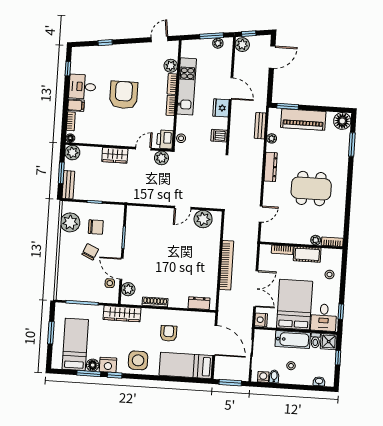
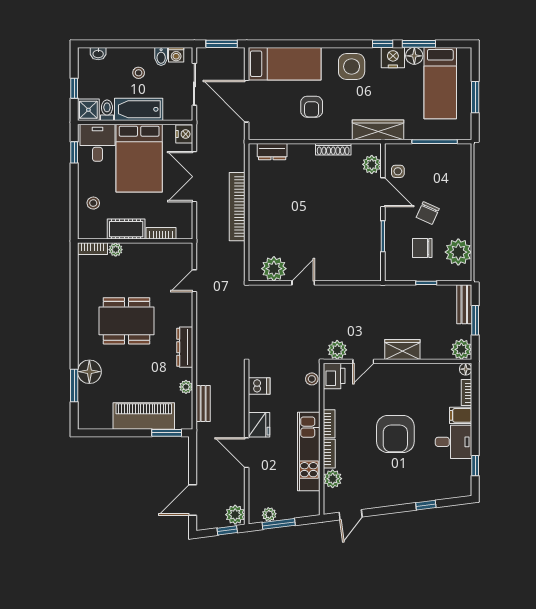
floor lamp: (342, 121) -> (89, 372), moved

